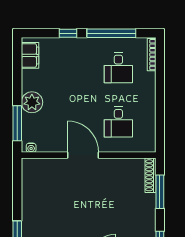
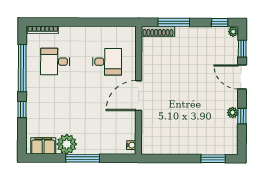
desk: (118, 68) -> (55, 62), turned 180
plant: (32, 102) -> (67, 144), moved
window: (17, 123) -> (83, 158), moved

